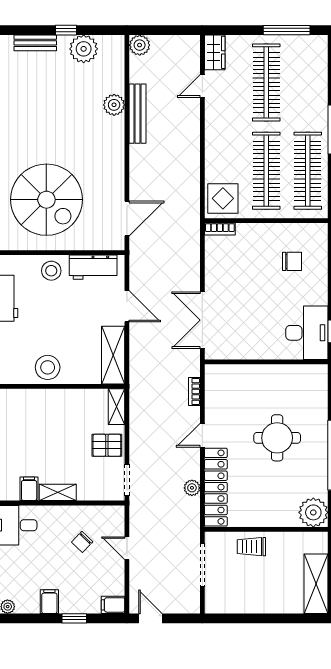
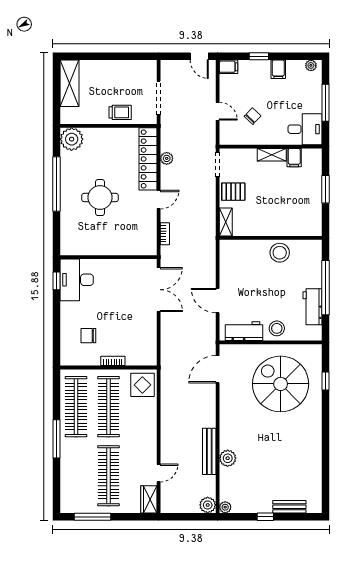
plant: (84, 49) -> (225, 507), moved, width x0.53, depth x0.53
bookcase: (220, 229) -> (113, 361), moved
shelving: (113, 355) -> (228, 262), removed

